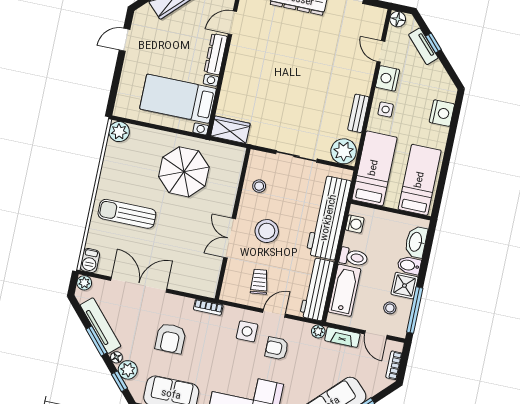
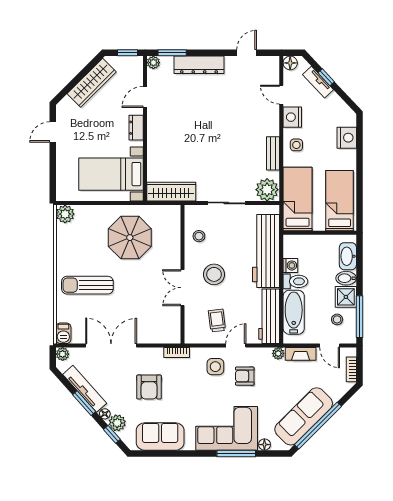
dresser: (216, 54) -> (136, 128), width x0.70
wardrobe: (230, 130) -> (171, 192), width x1.50
washing machine: (355, 224) -> (290, 265), moved

